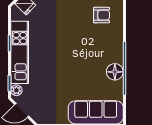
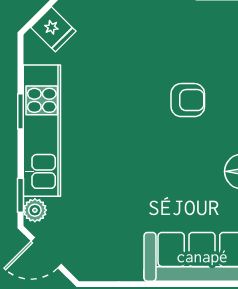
armchair: (101, 15) -> (188, 100), moved

